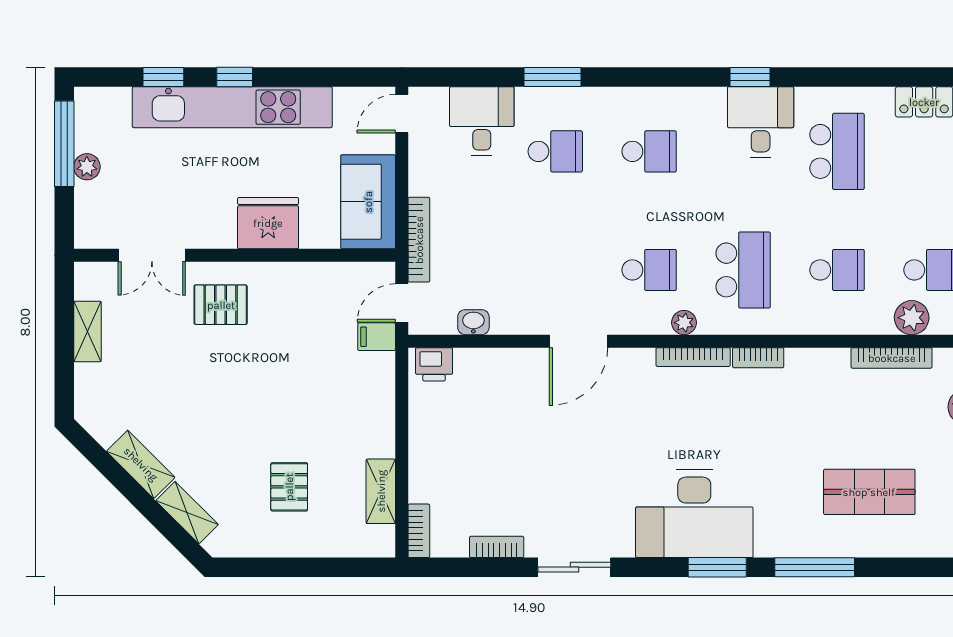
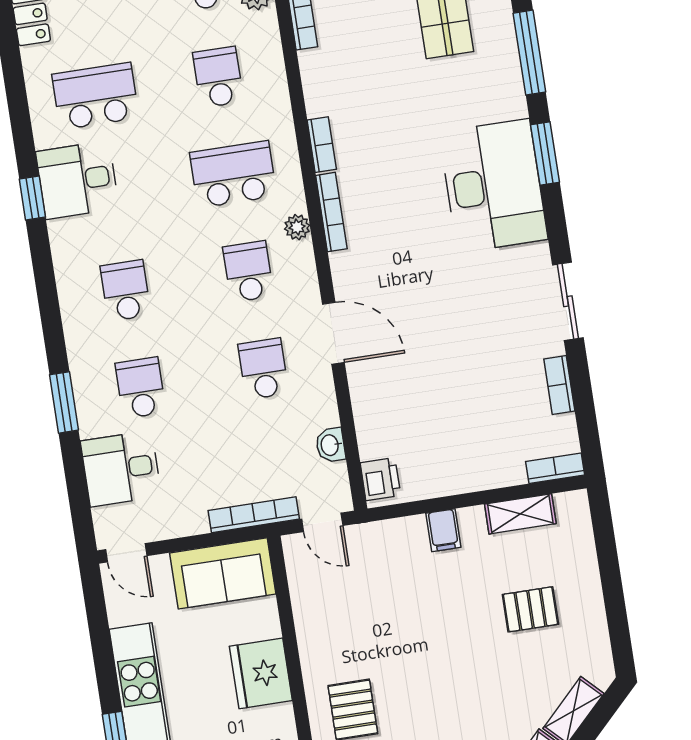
school desk: (555, 270) -> (263, 369), added
filing cabinet: (377, 337) -> (443, 530), moved

